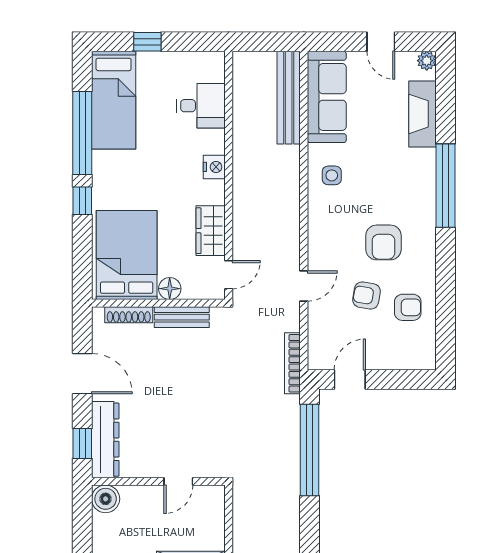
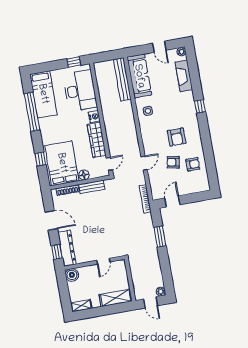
window: (147, 42) -> (74, 62), moved
desk: (201, 106) -> (80, 91), width x1.87, depth x1.30
window: (446, 186) -> (200, 106), width x0.32
window: (82, 201) -> (40, 159), moved
wardrobe: (211, 231) -> (97, 140), width x1.50
window: (310, 450) -> (160, 237), width x0.47

